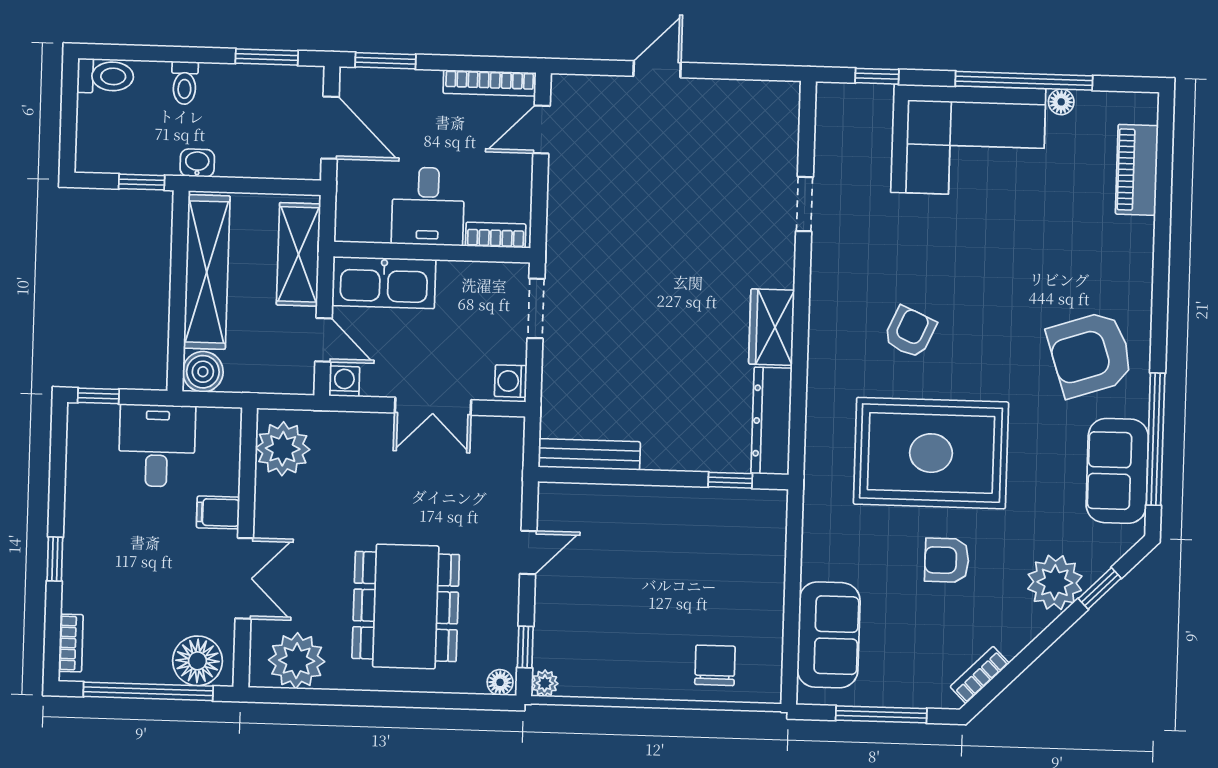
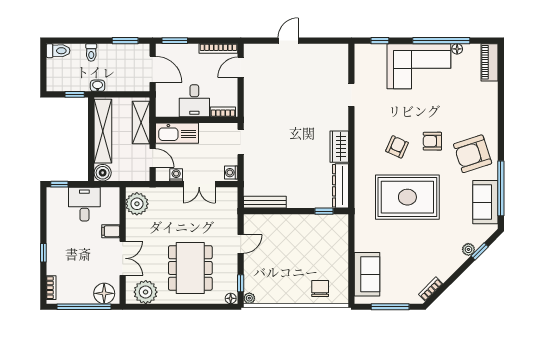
piano: (1137, 170) -> (490, 62), moved
washing machine: (344, 381) -> (176, 175), moved
armchair: (947, 560) -> (432, 141), moved
plant: (1055, 582) -> (468, 249), width x0.53, depth x0.53

